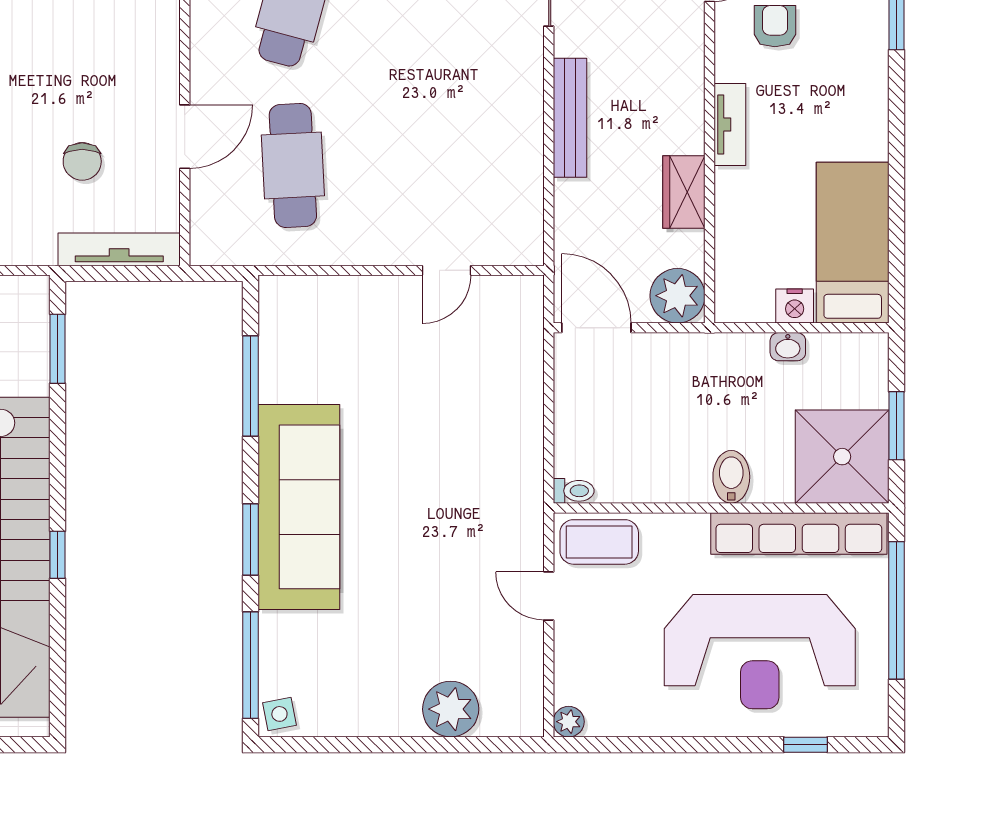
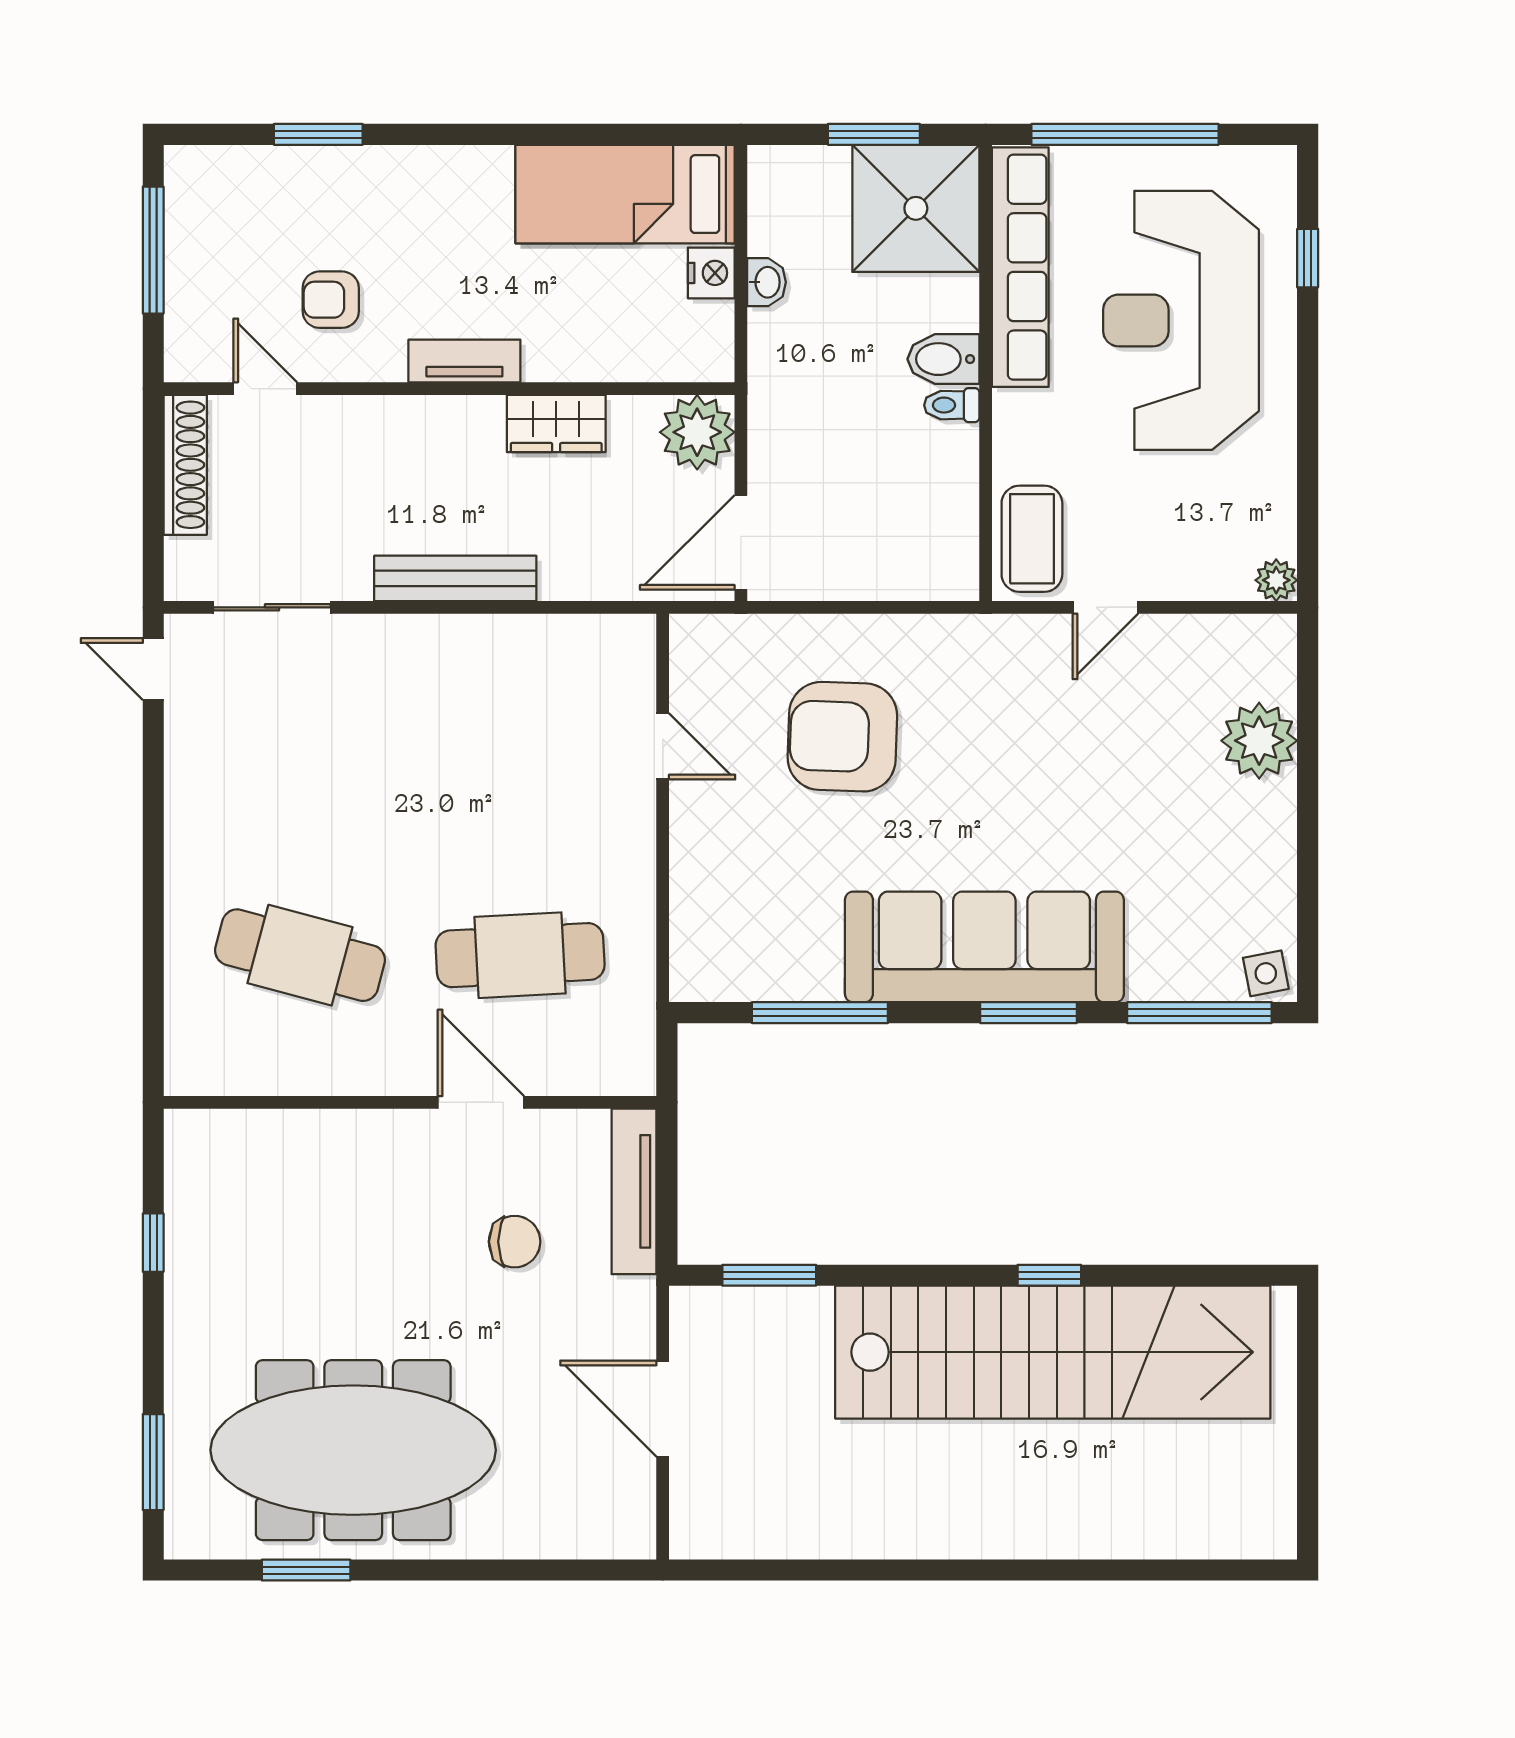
armchair: (454, 403) -> (842, 737), added
toilet: (574, 491) -> (952, 405), moved, turned -90
reception desk: (760, 652) -> (1181, 320), turned 180

